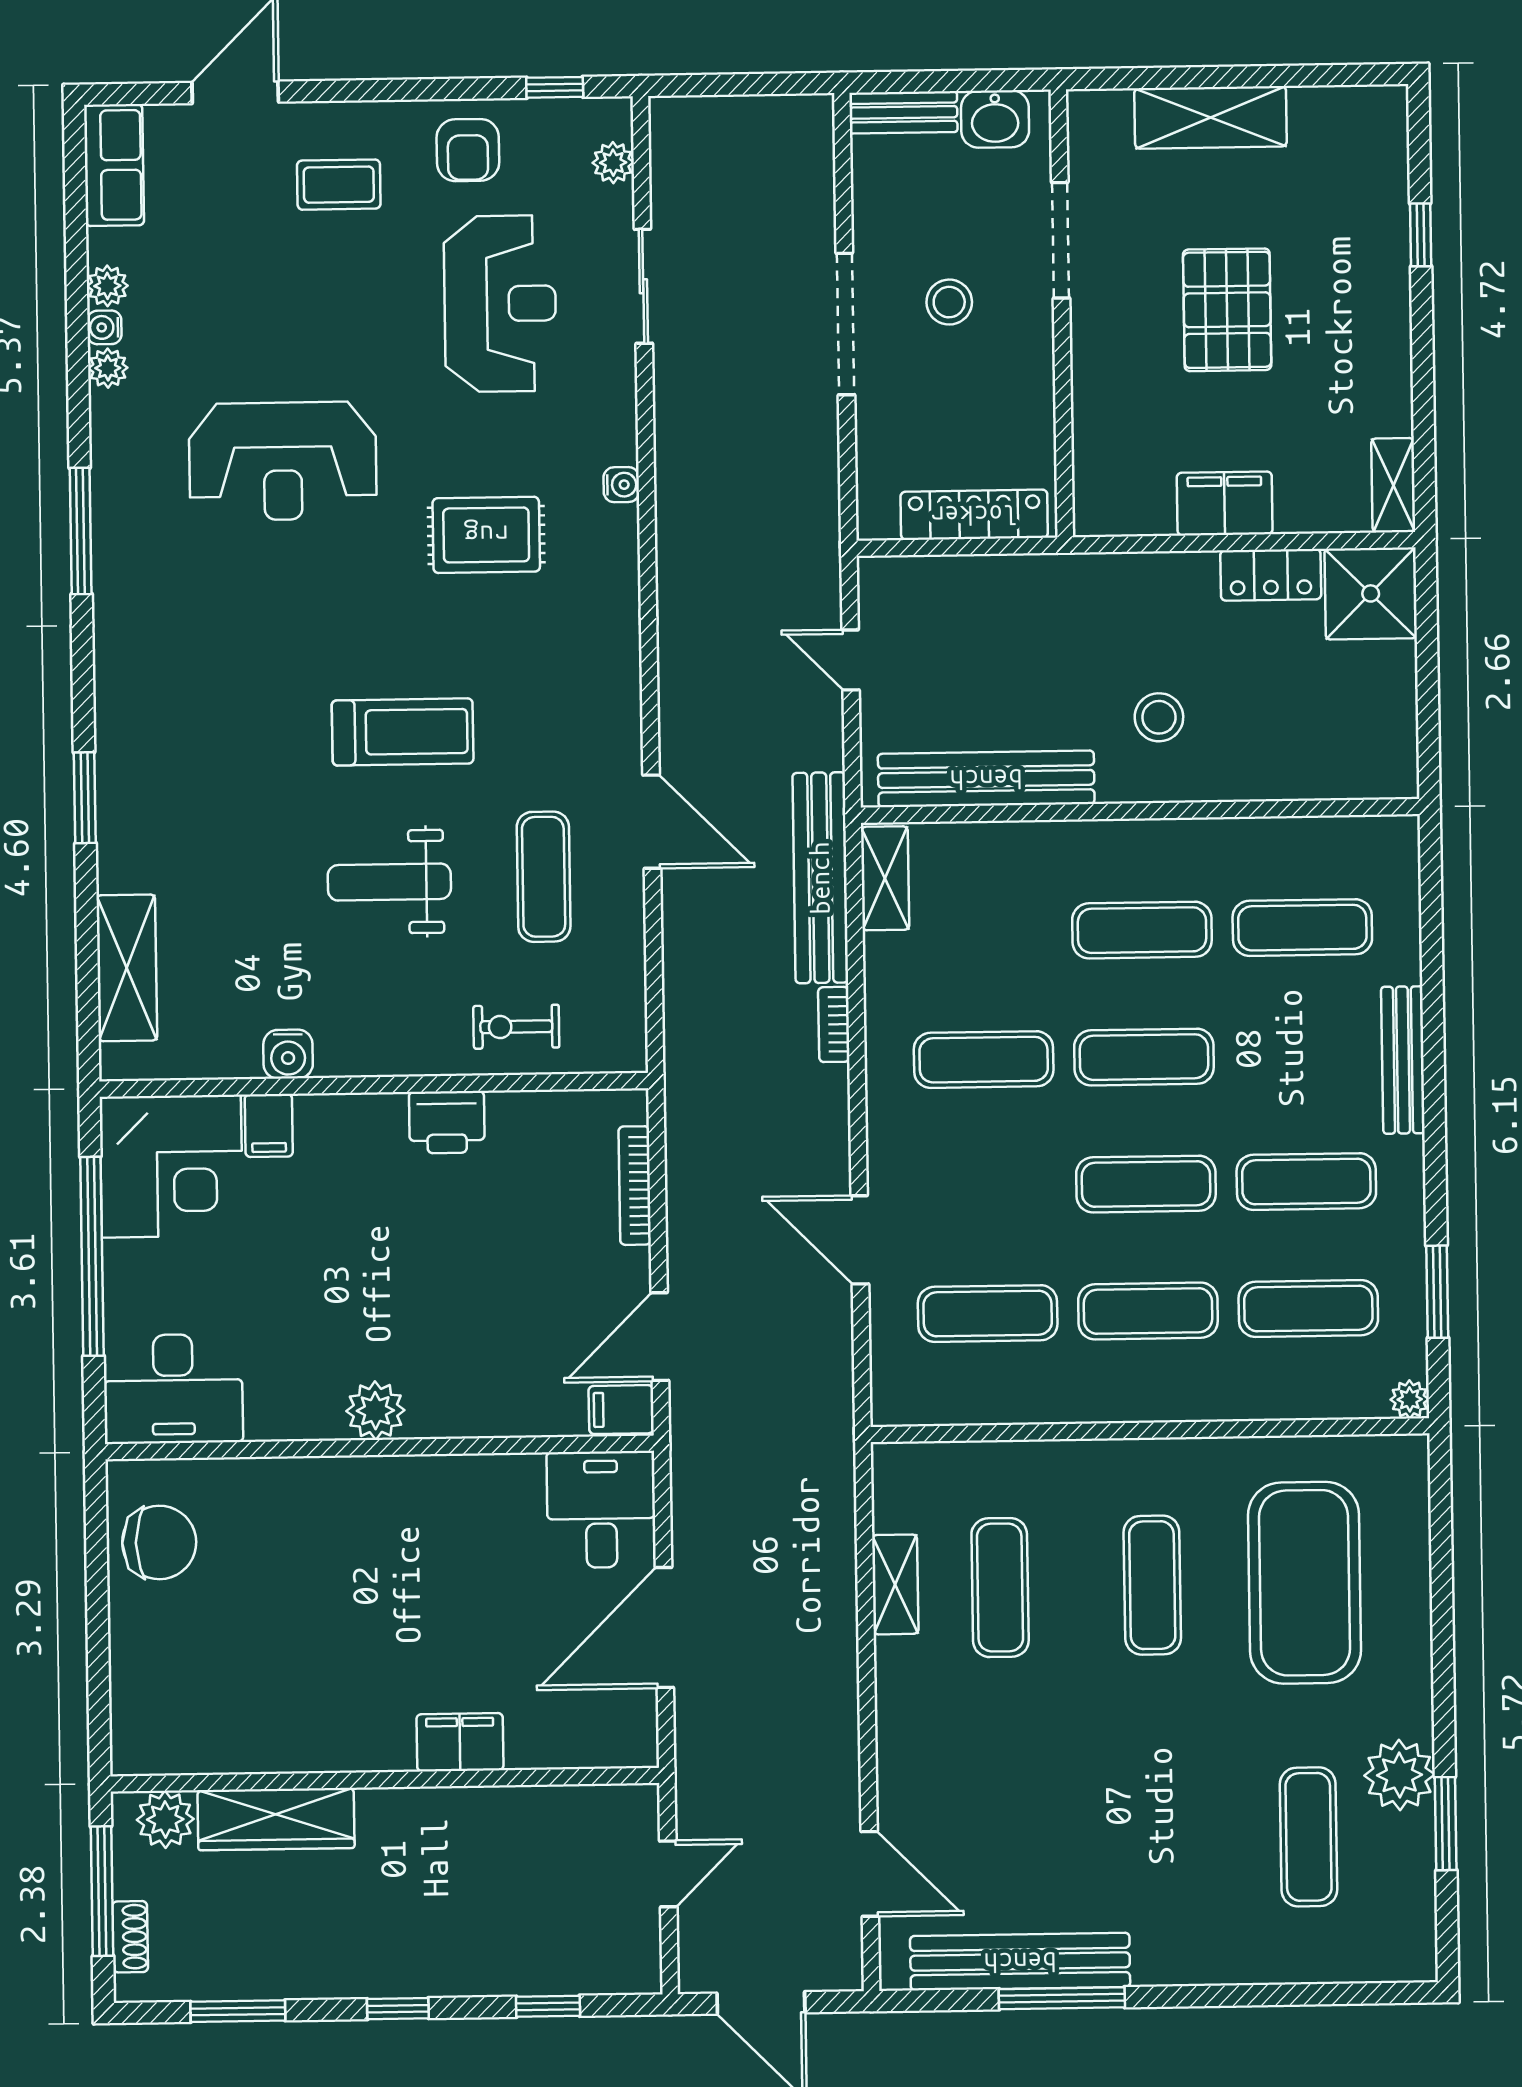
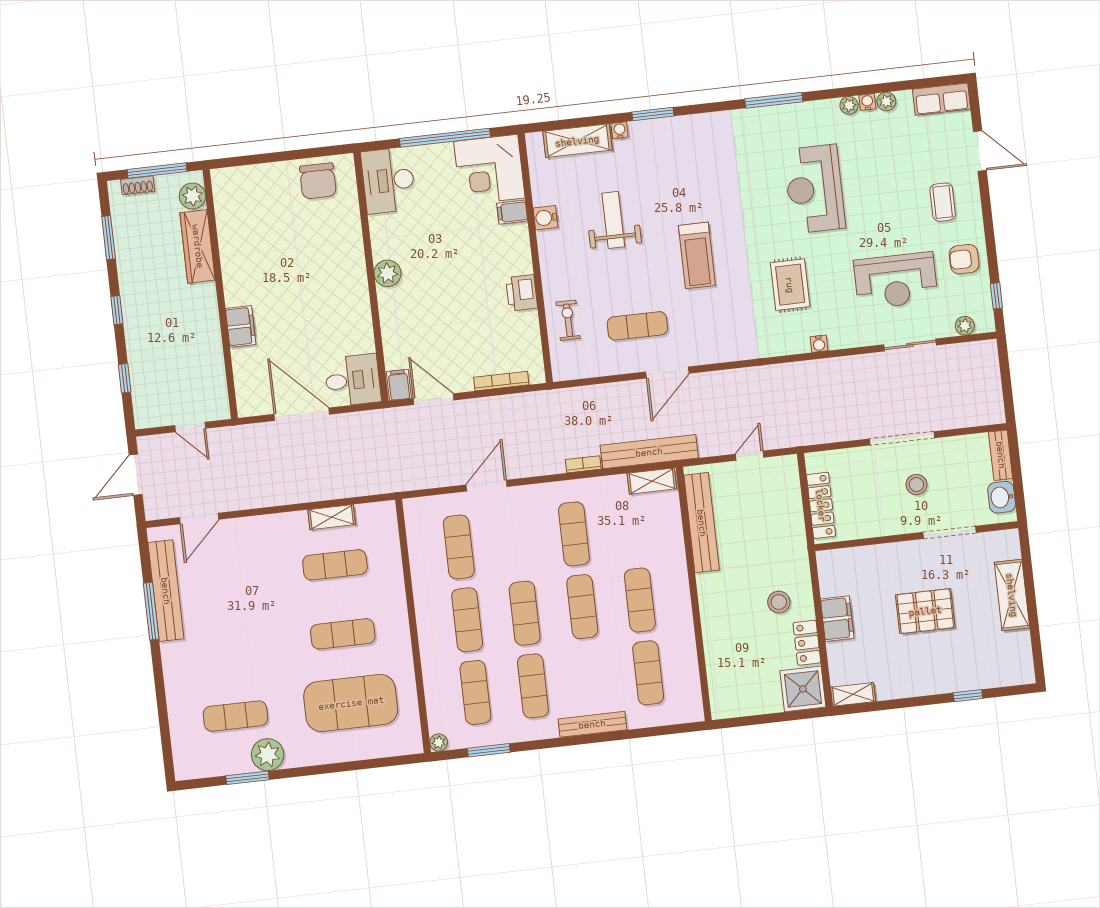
stool: (1159, 717) -> (779, 602), moved
water cooler: (113, 874) -> (620, 130), added
weight bench: (389, 882) -> (613, 220), moved

